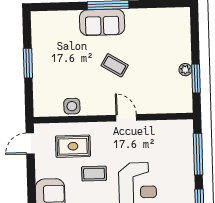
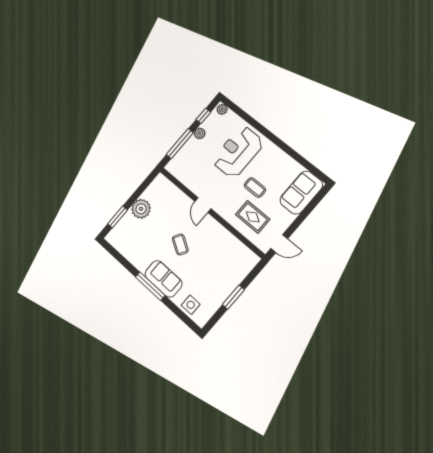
plant: (185, 70) -> (141, 209), width x1.88, depth x1.88
window: (196, 78) -> (118, 217), moved
side table: (72, 106) -> (191, 305), moved
plant: (188, 179) -> (200, 133), added

